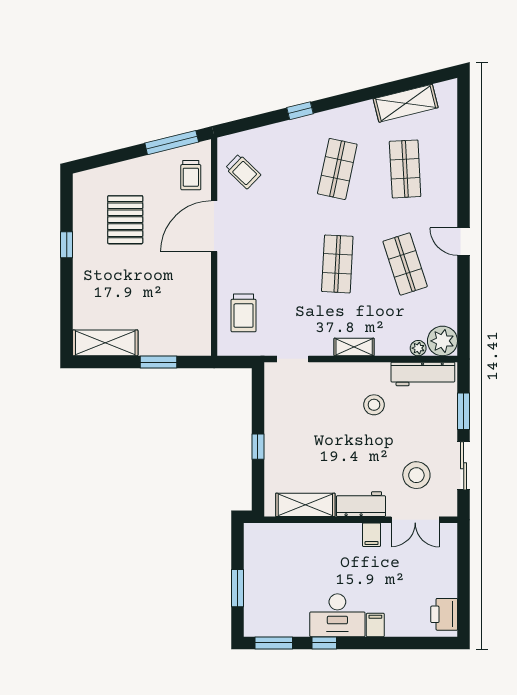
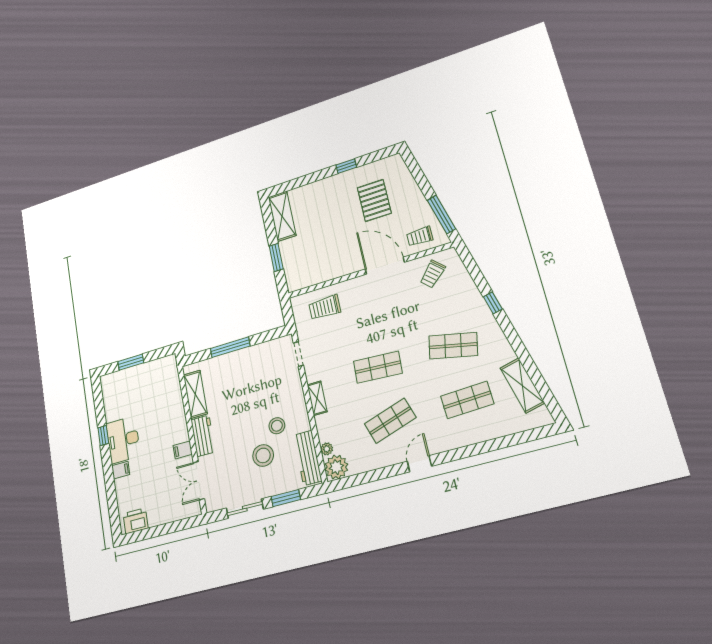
pallet: (125, 220) -> (374, 200), turned 90
window: (258, 447) -> (230, 347), width x2.17
stool: (416, 475) -> (263, 455), moved
window: (274, 643) -> (98, 399), removed

